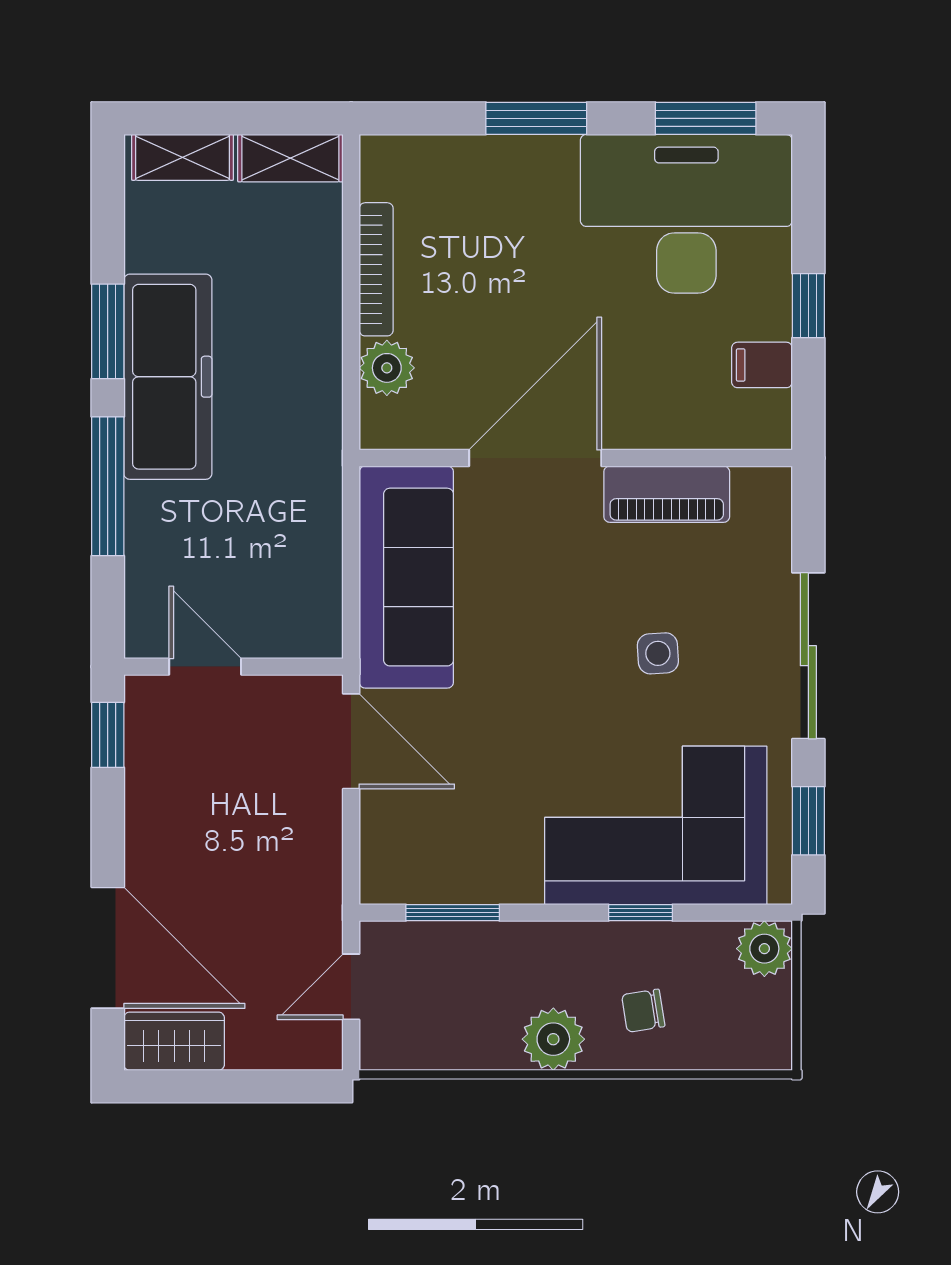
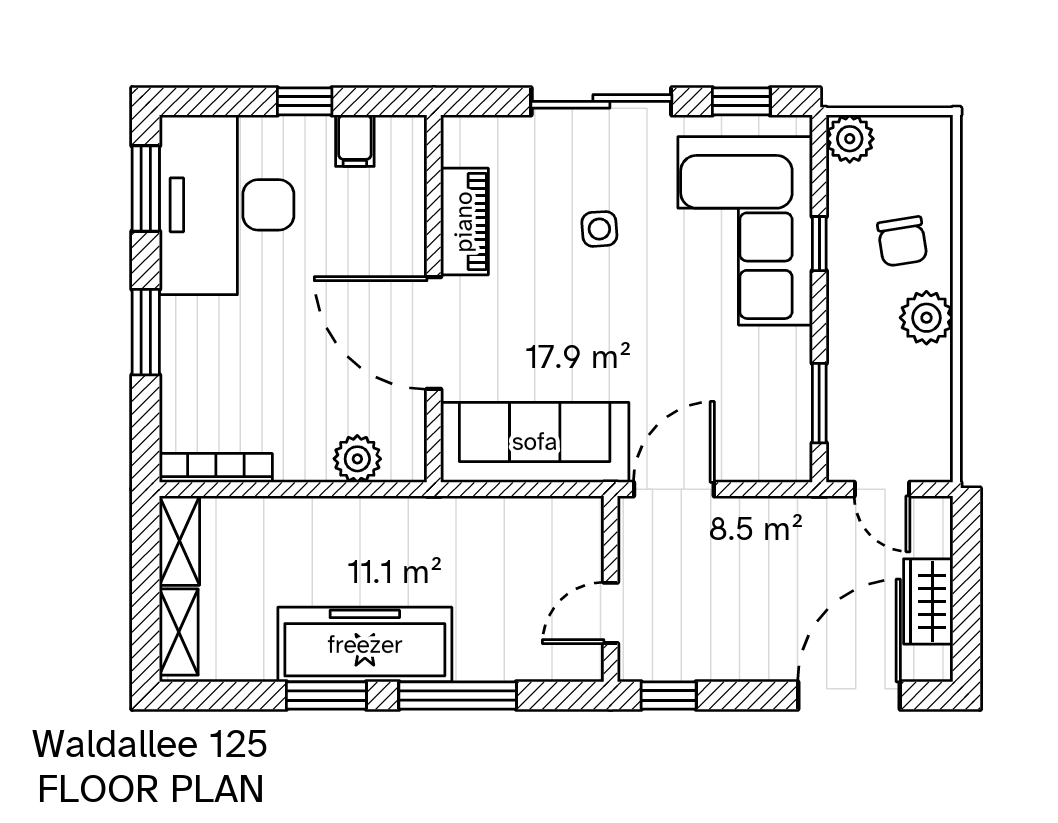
bookcase: (376, 269) -> (216, 468), moved
chair: (643, 1011) -> (902, 241), width x1.37, depth x1.37
wardrobe: (174, 1041) -> (928, 601), moved

